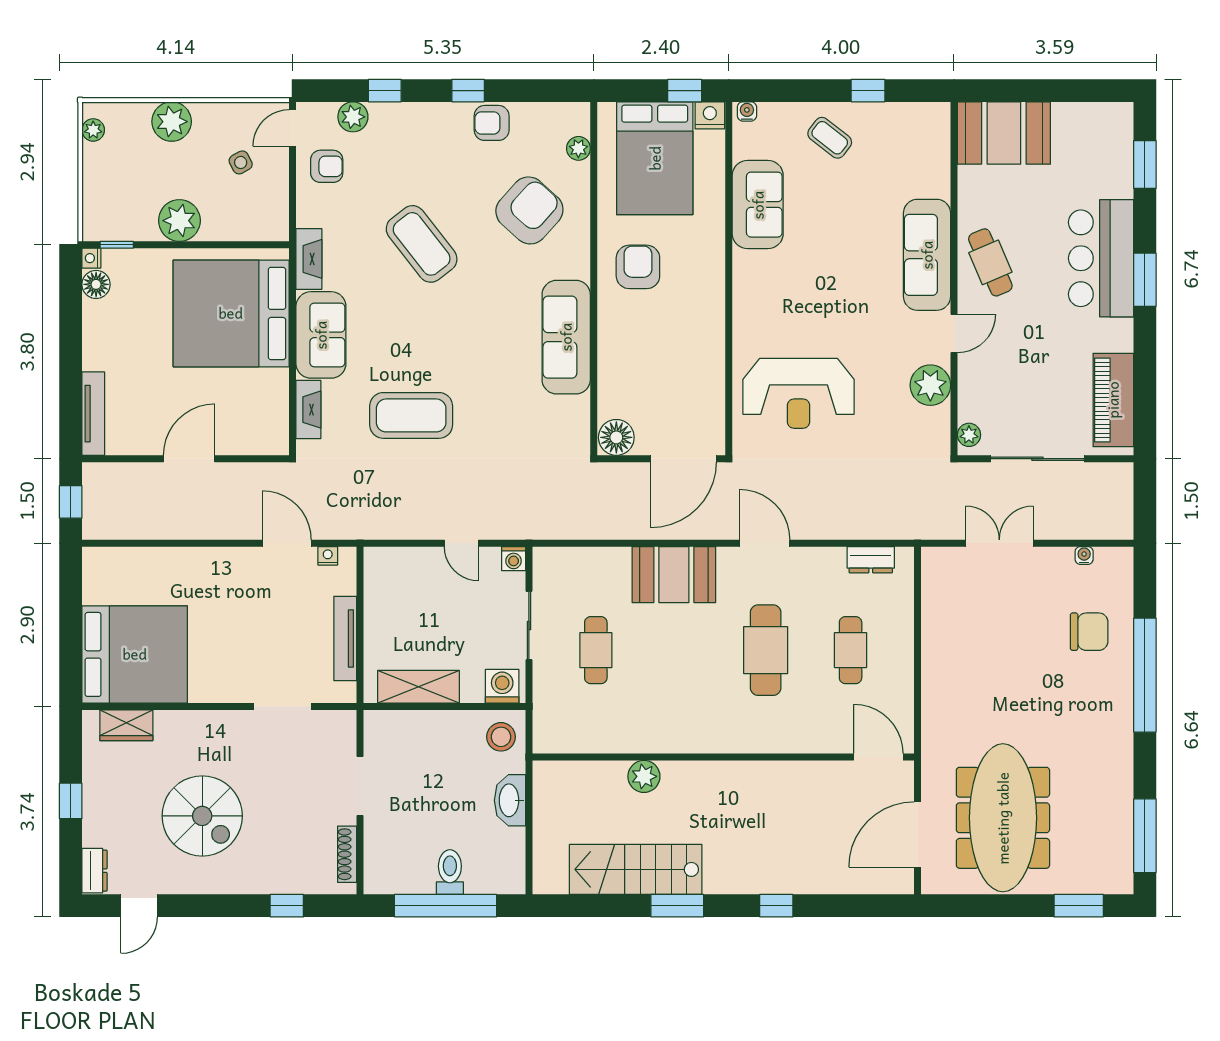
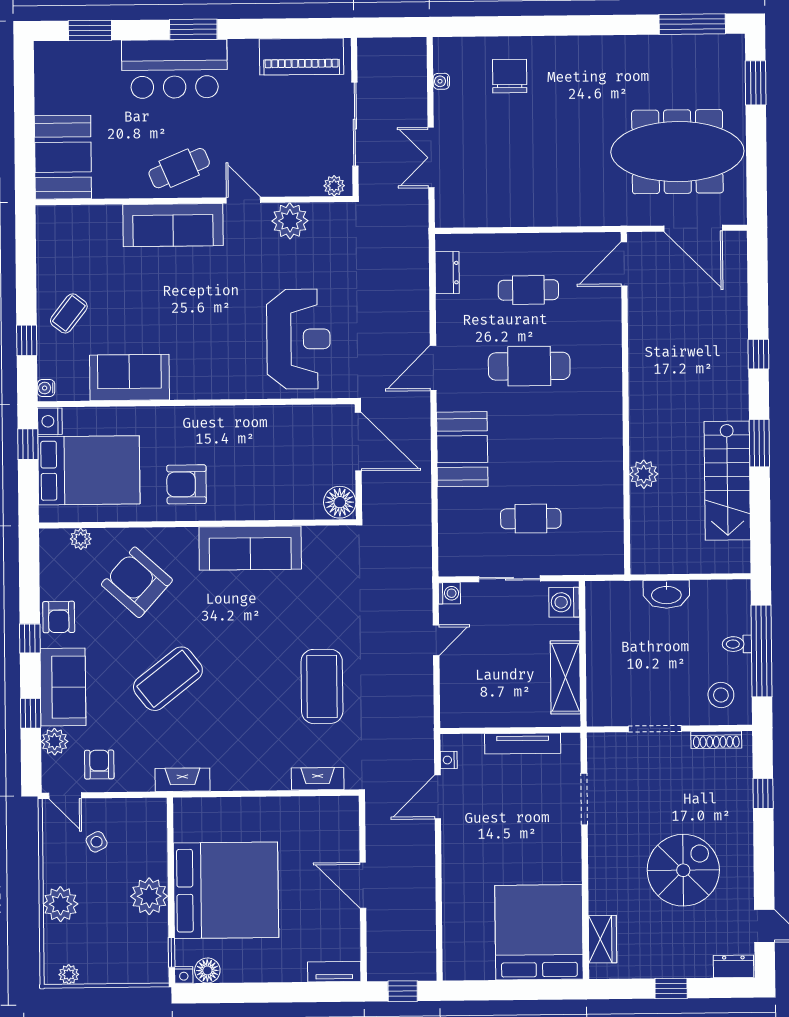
window: (868, 91) -> (27, 340), moved
bed: (231, 313) -> (226, 890), moved, turned -90
sofa: (321, 335) -> (63, 687), moved, turned 90
tv unit: (93, 414) -> (334, 972), width x0.71
window: (1145, 675) -> (548, 26), removed
stool: (501, 737) -> (721, 695), moved
toilet: (450, 872) -> (737, 644), width x0.73, depth x0.72

